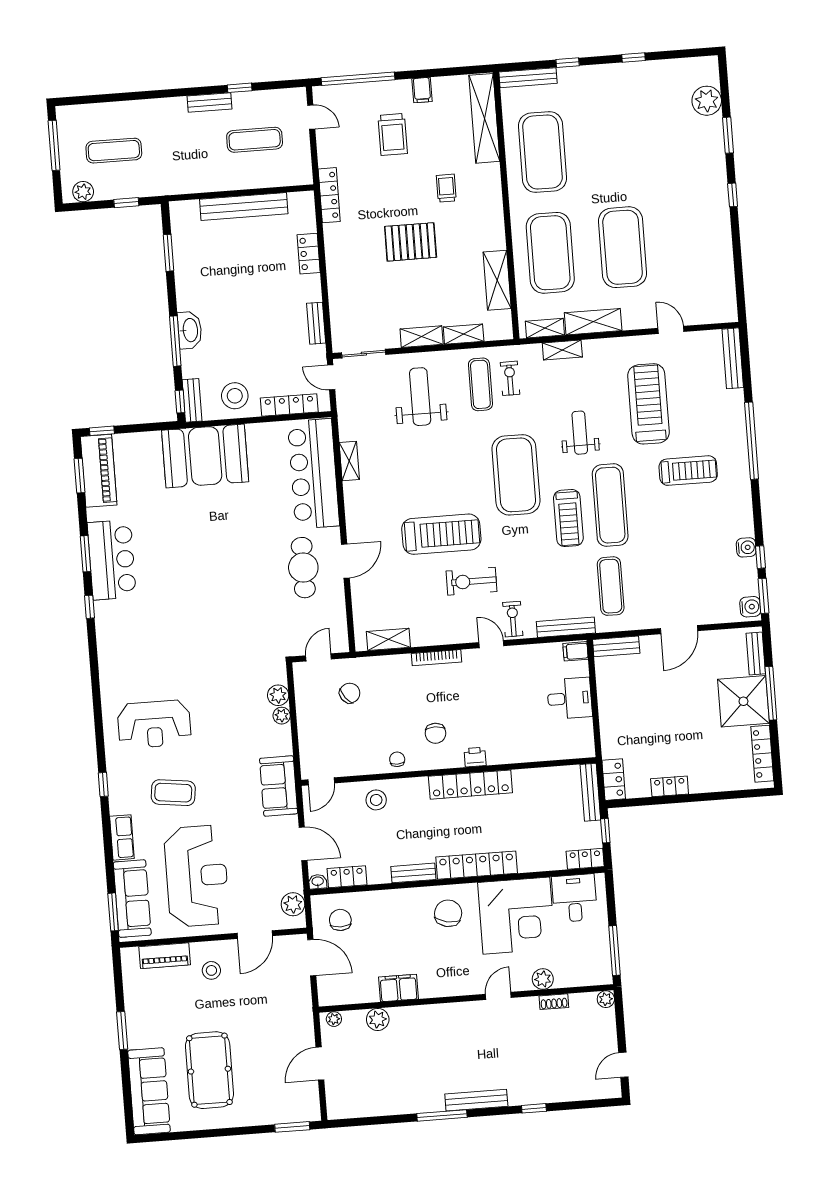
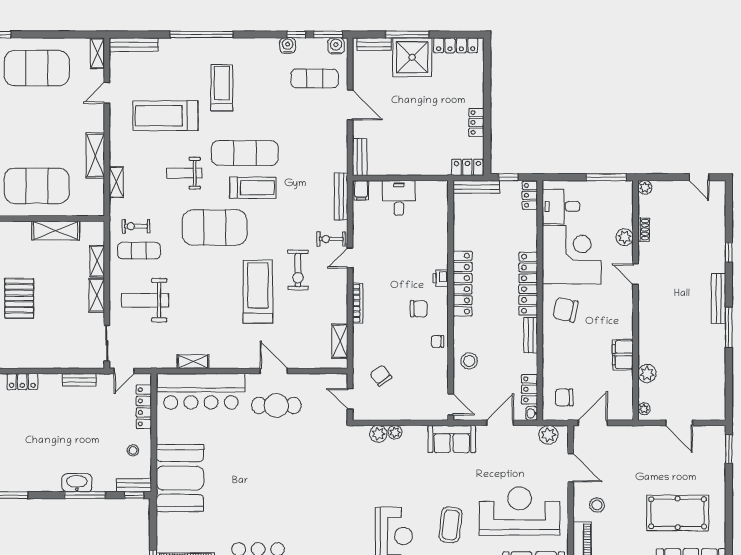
exercise mat: (623, 247) -> (37, 68), moved
shelving: (545, 328) -> (97, 53), moved
stool: (235, 396) -> (133, 450), width x0.53, depth x0.53
exercise mat: (611, 586) -> (315, 78), moved

